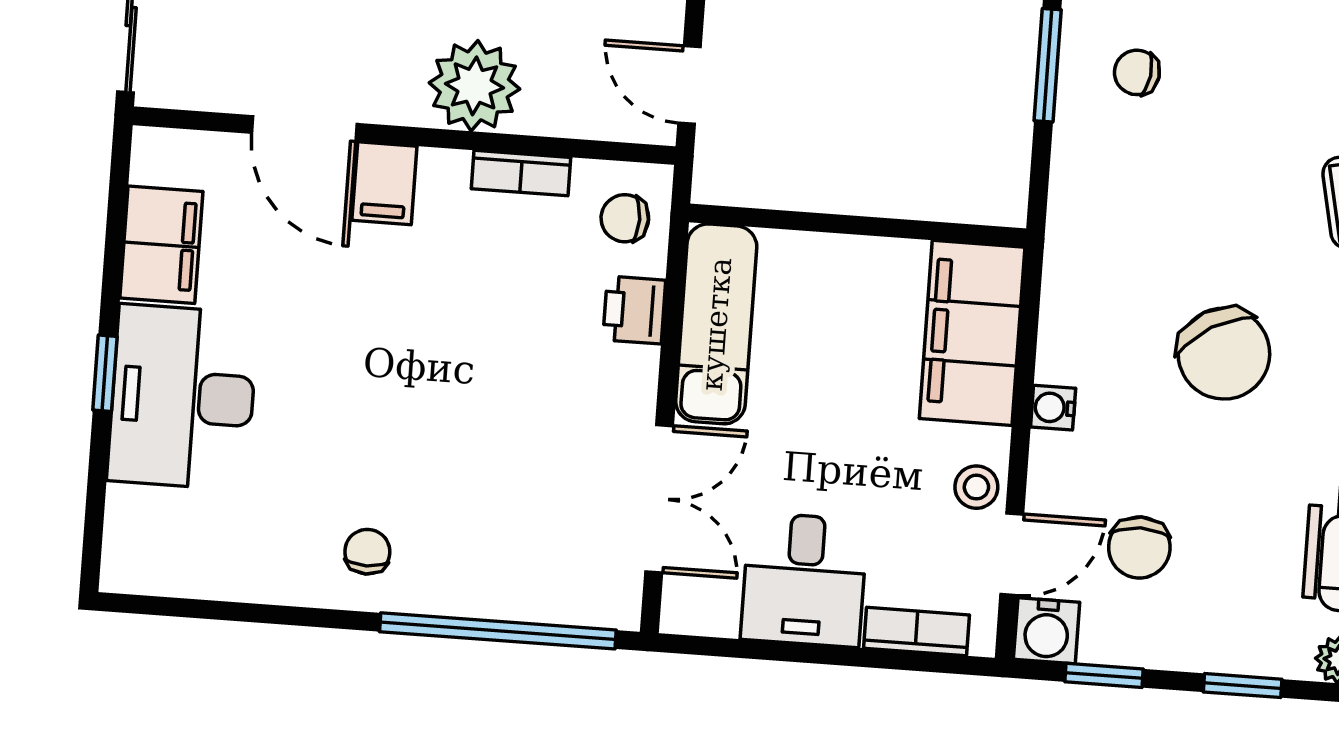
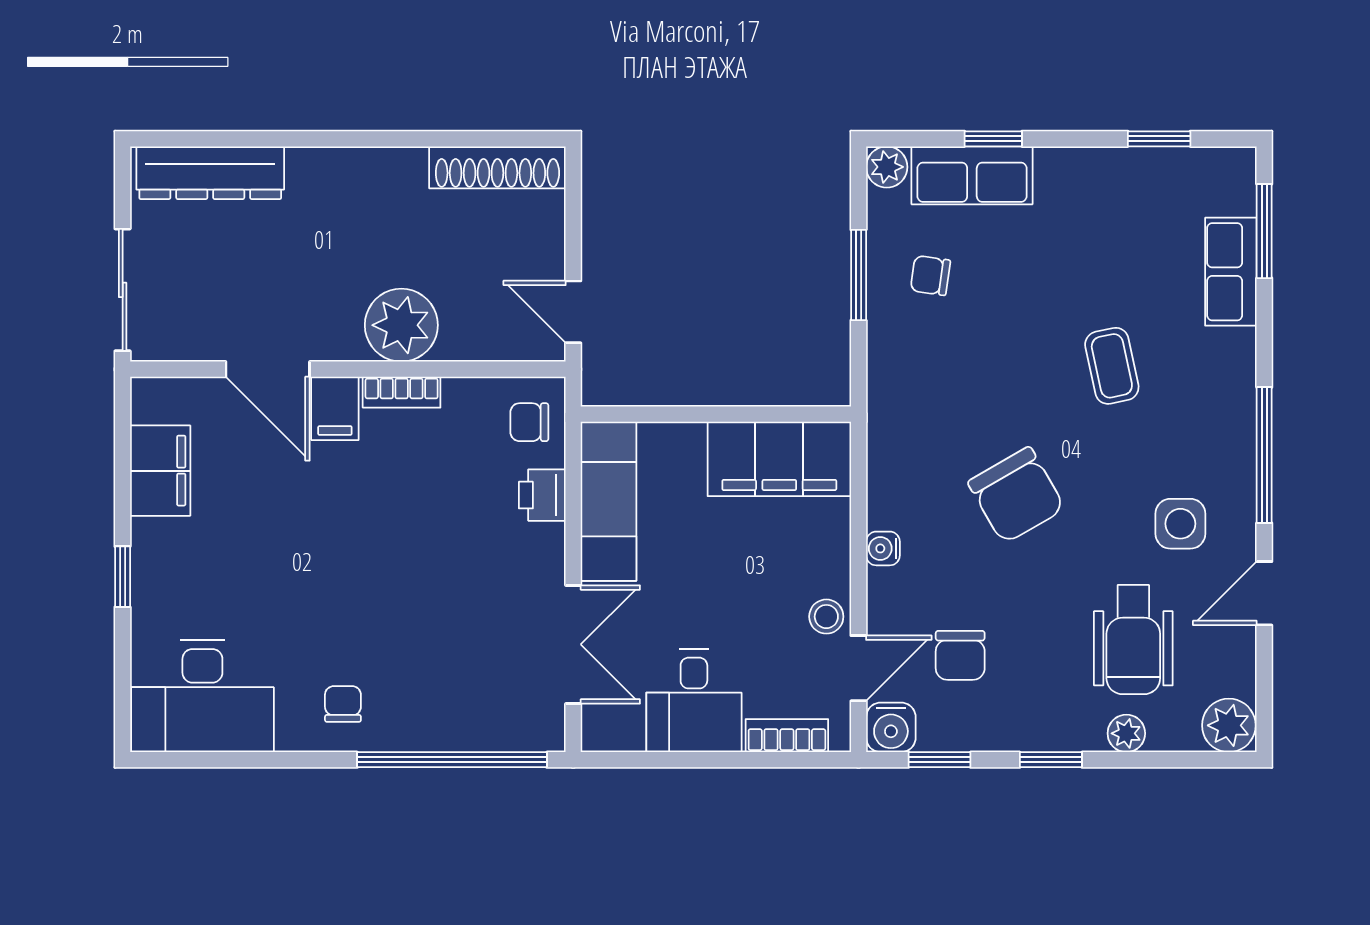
bookcase: (521, 173) -> (402, 392), moved
filing cabinet: (972, 333) -> (779, 459), moved, turned -90
desk: (183, 397) -> (202, 696), moved, turned -90

